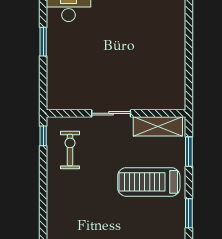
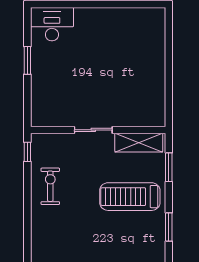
exercise bike: (70, 150) -> (50, 186), moved

